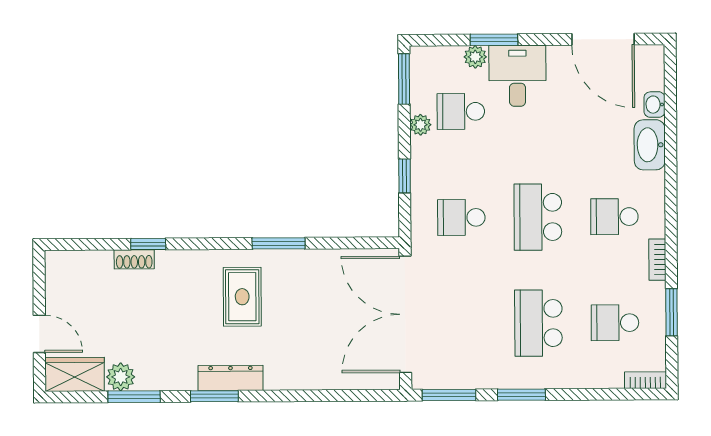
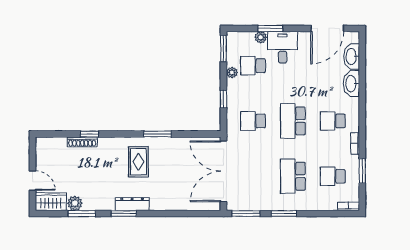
door: (603, 39) -> (327, 28), hinge flipped
washbasin: (654, 105) -> (352, 56), width x1.91, depth x1.45
shoe rack: (134, 259) -> (82, 142), width x1.43

